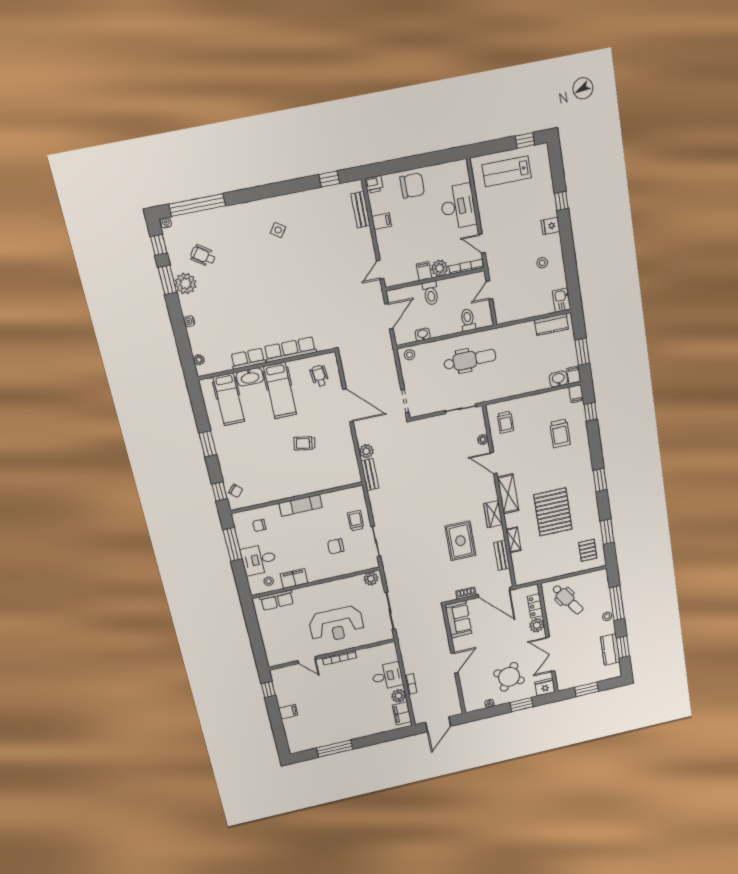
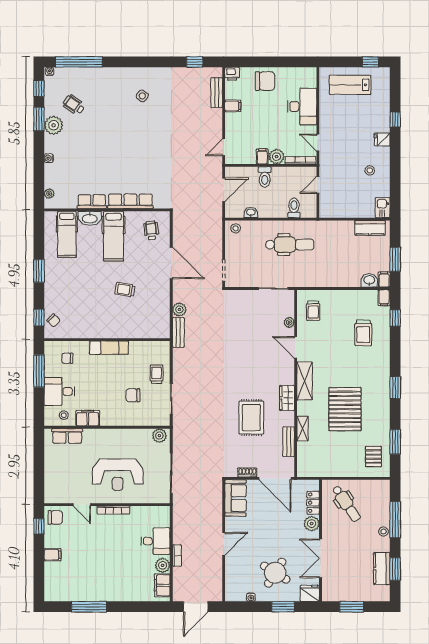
chair: (283, 678) -> (55, 517), added

